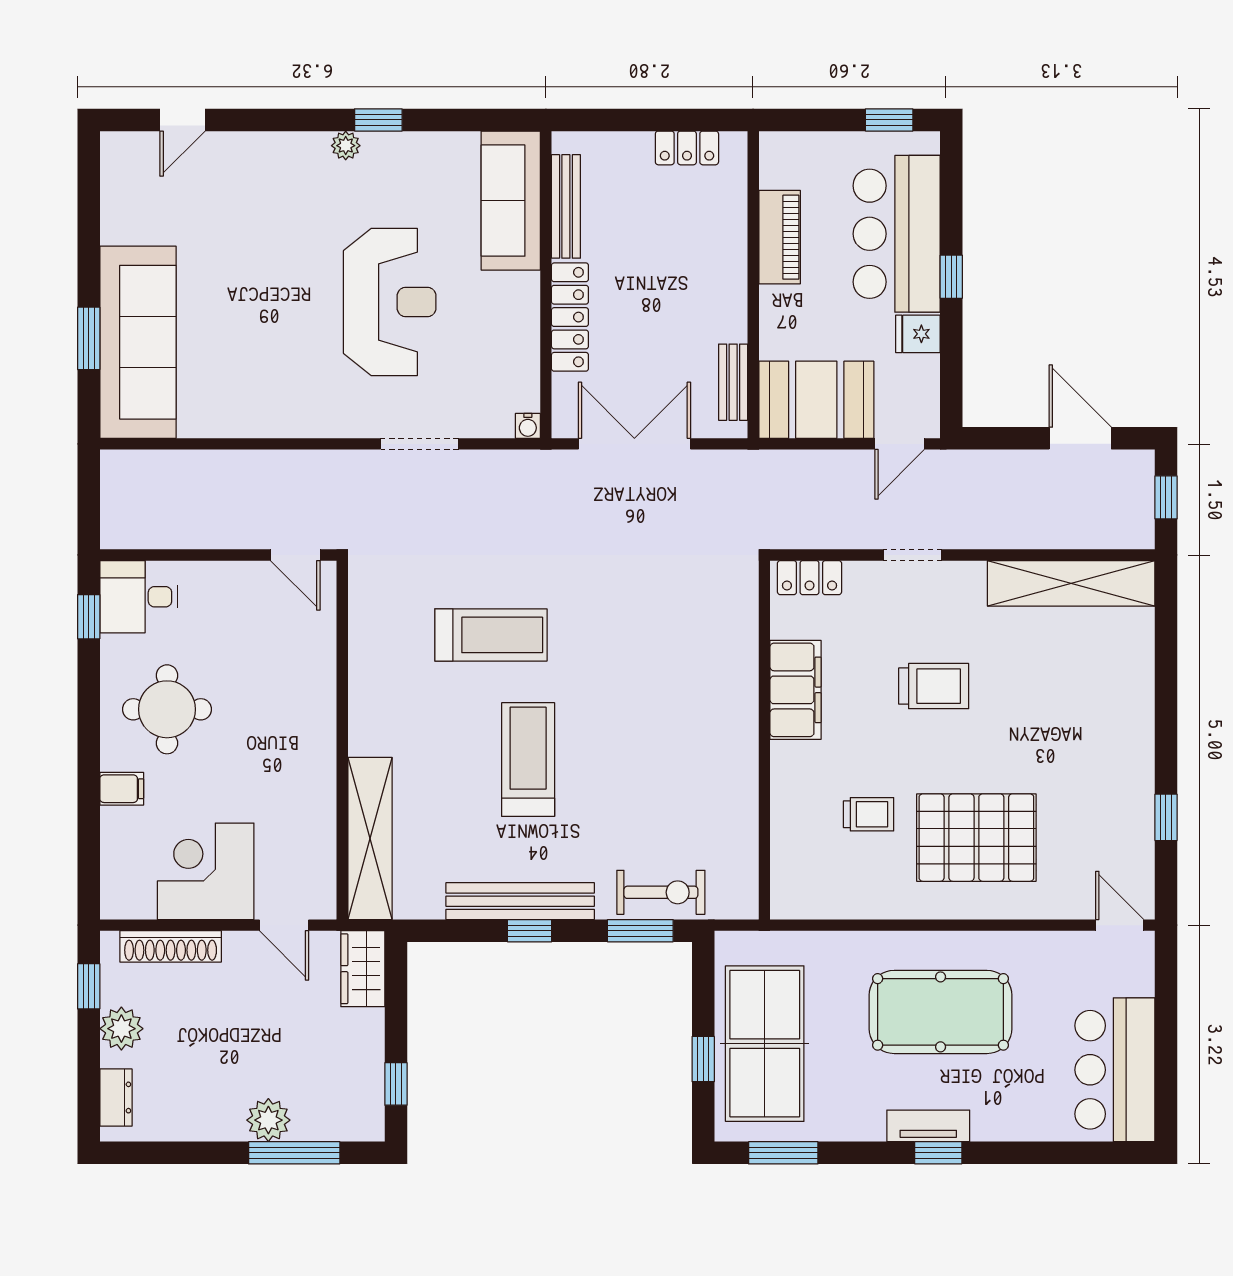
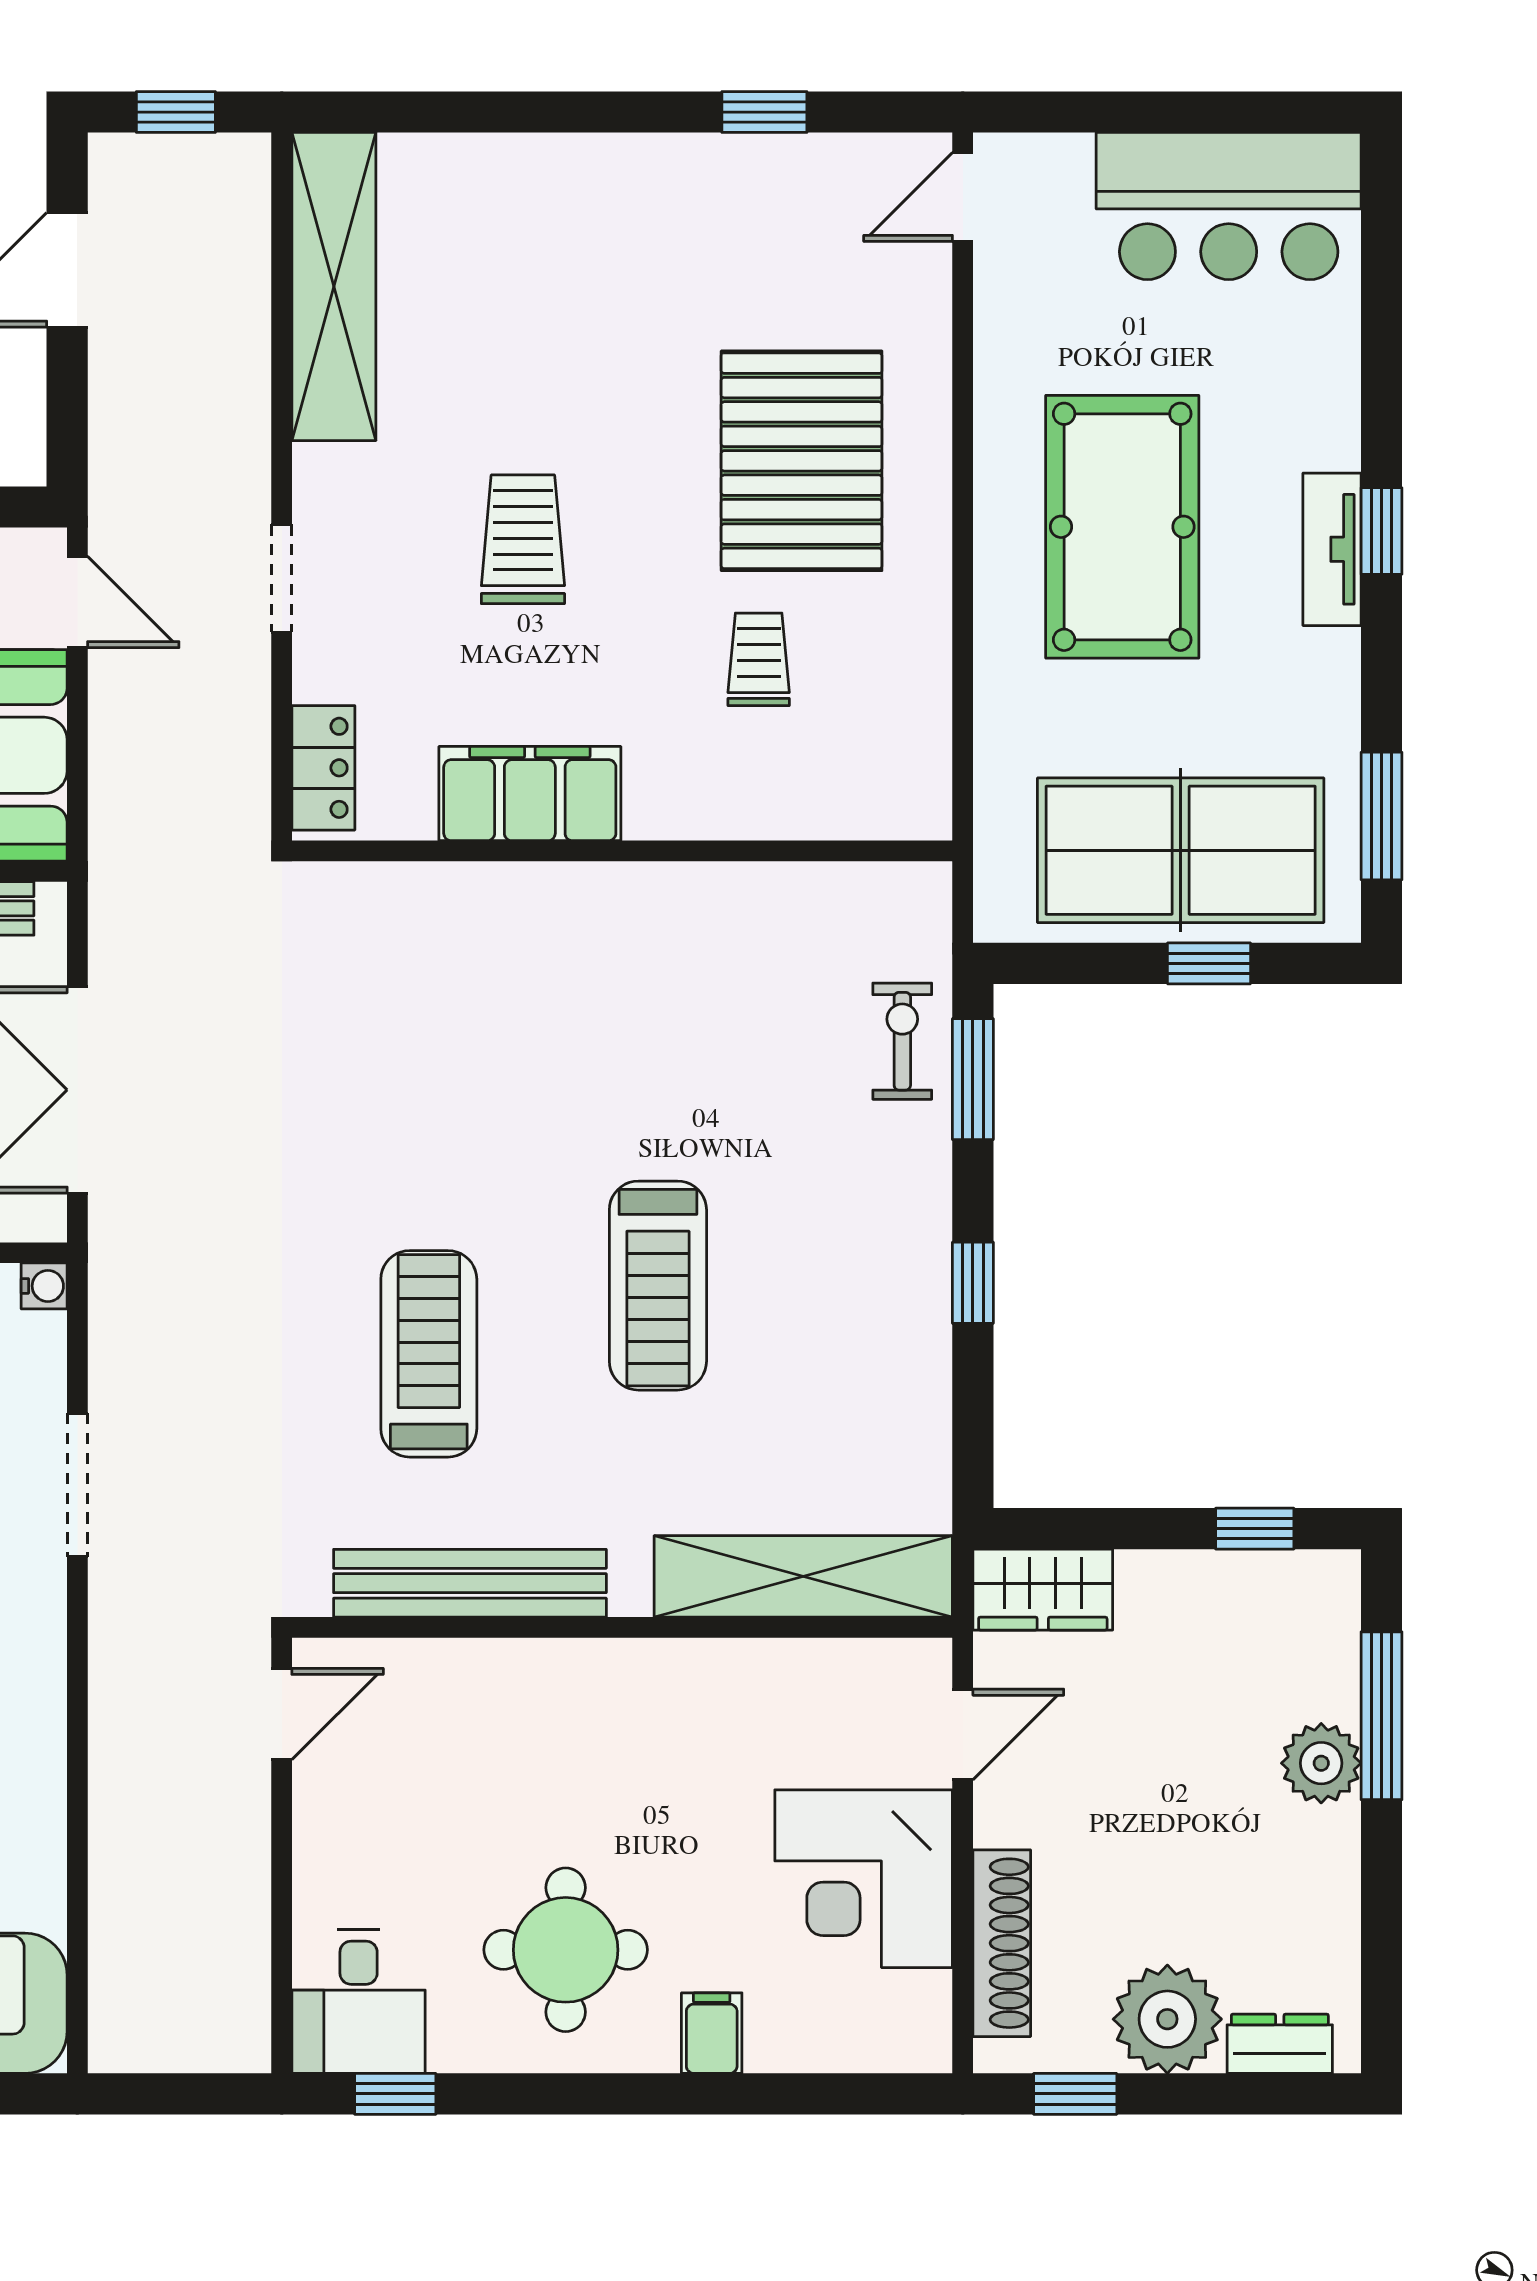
treadmill: (528, 760) -> (658, 1286), turned -90
exercise bike: (661, 892) -> (902, 1041), width x0.73, depth x0.72
bench: (520, 901) -> (470, 1583), moved, turned 90
plant: (121, 1029) -> (1167, 2019), width x1.36, depth x1.36

